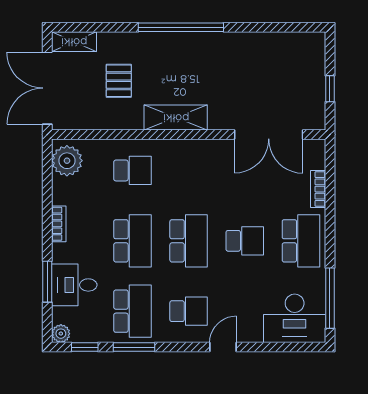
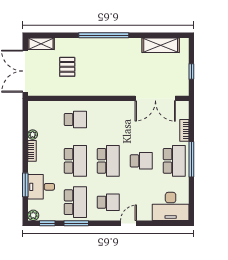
shelving: (176, 118) -> (161, 45), moved
plant: (67, 161) -> (33, 135), moved, width x0.53, depth x0.53
window: (330, 298) -> (191, 159), moved

